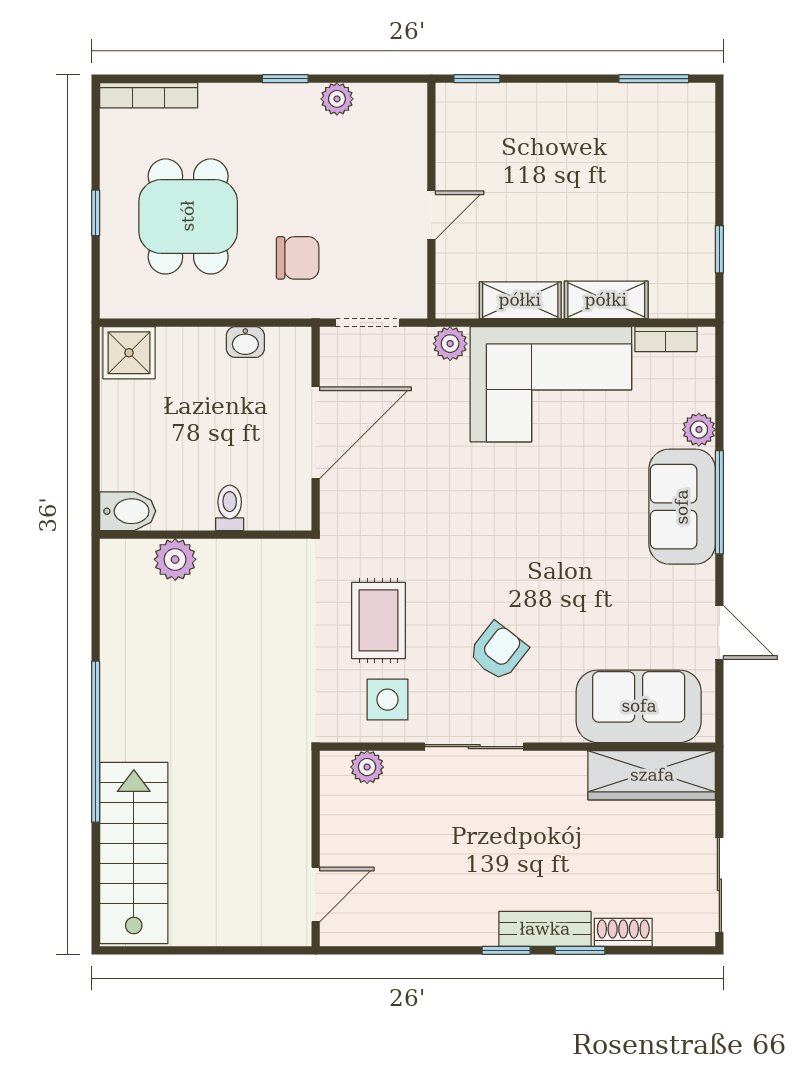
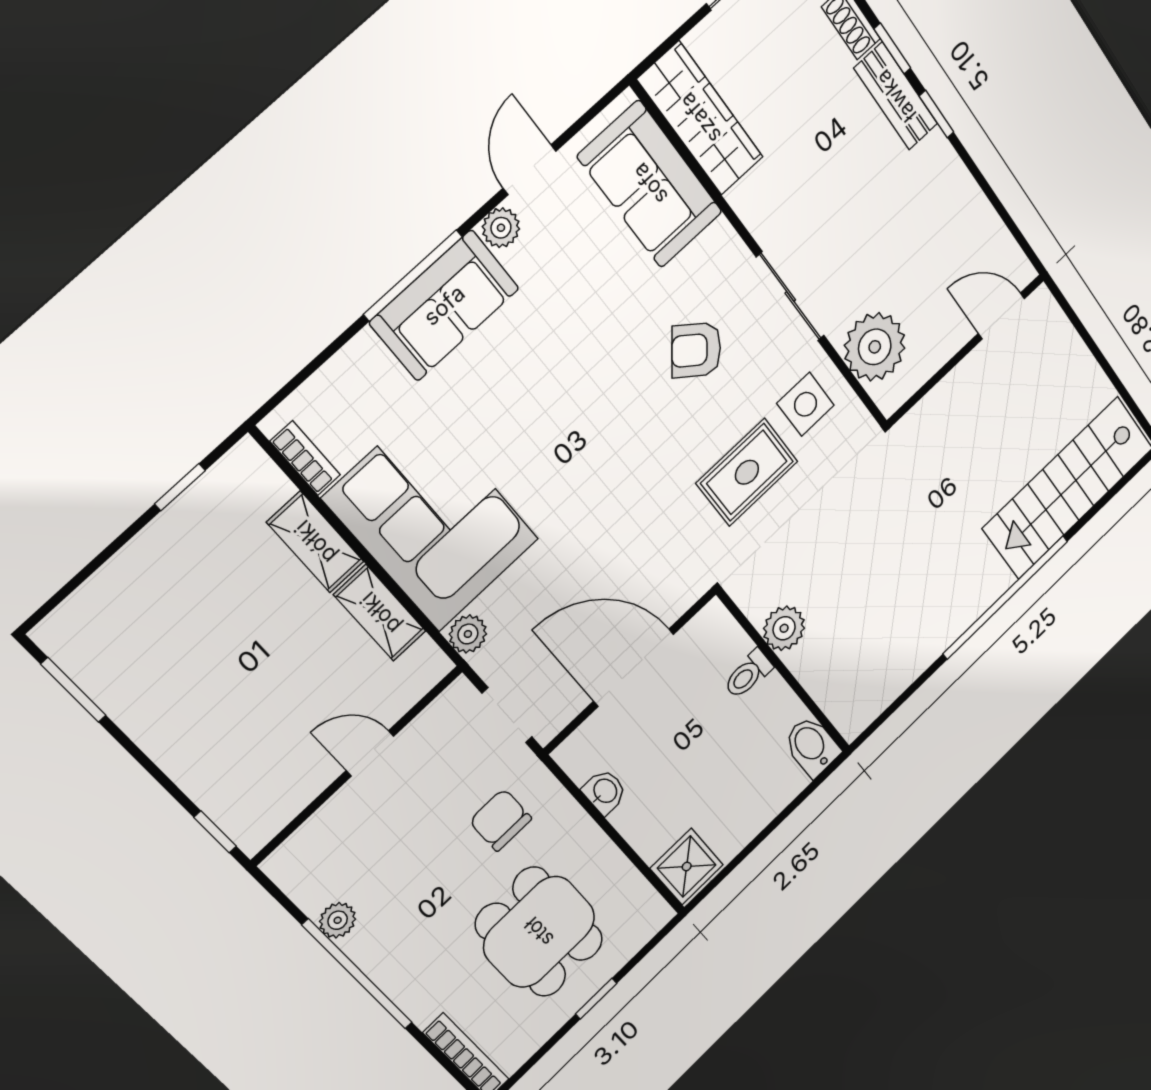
window: (285, 79) -> (357, 974), width x3.17
dining table: (188, 216) -> (539, 932), turned 90
plant: (699, 430) -> (501, 228), moved
plant: (175, 559) -> (784, 628), moved
plant: (367, 767) -> (875, 347), width x1.88, depth x1.88

